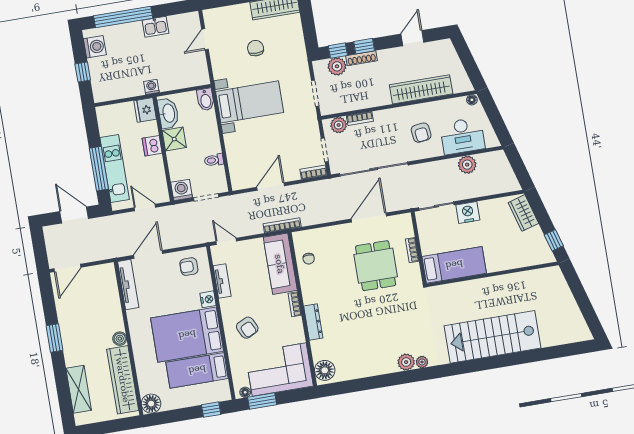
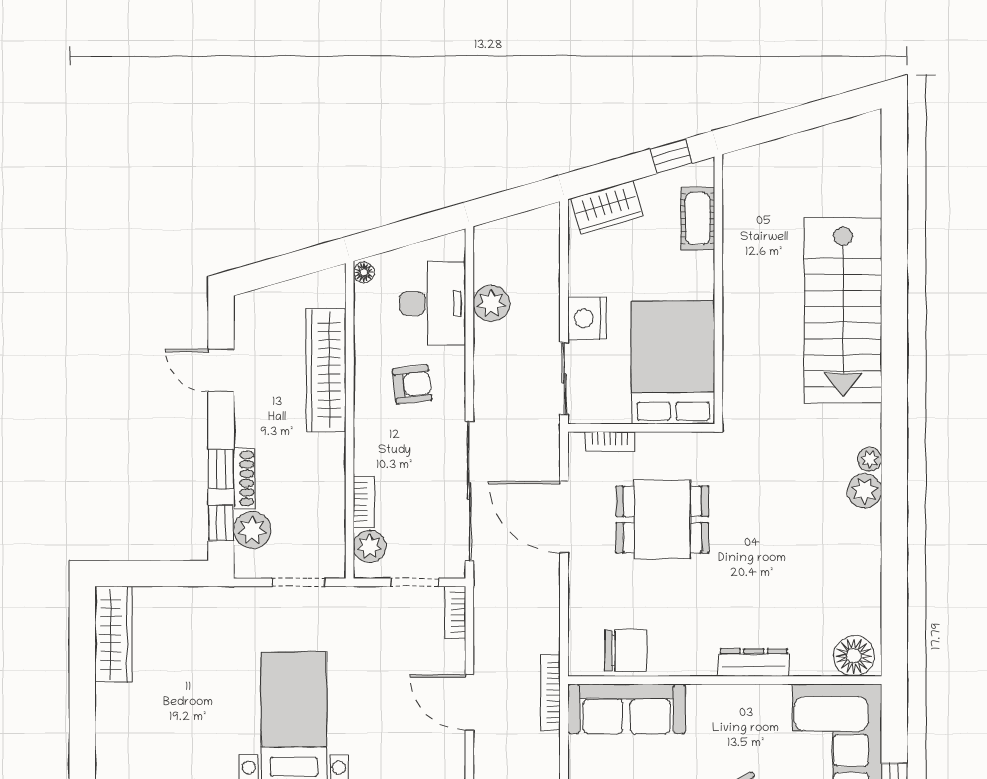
chair: (256, 48) -> (189, 686), removed
bookcase: (412, 250) -> (610, 442), moved
cot: (525, 258) -> (698, 218), added
chair: (309, 259) -> (626, 651), width x1.87, depth x1.87
bed: (454, 265) -> (673, 363), width x1.50
bookcase: (295, 304) -> (712, 694), removed

